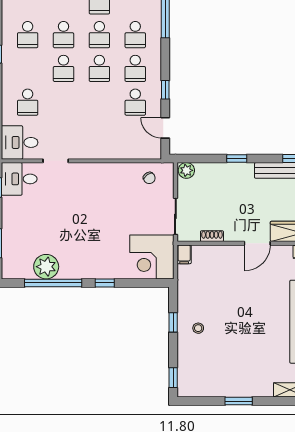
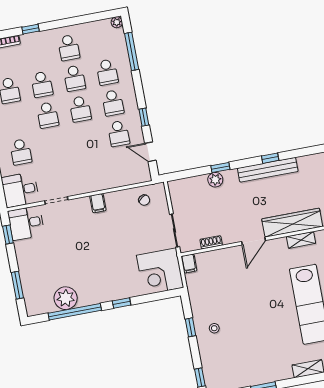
plant: (186, 170) -> (215, 180), moved
filing cabinet: (99, 172) -> (98, 203), added

